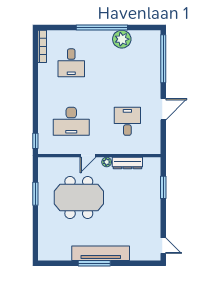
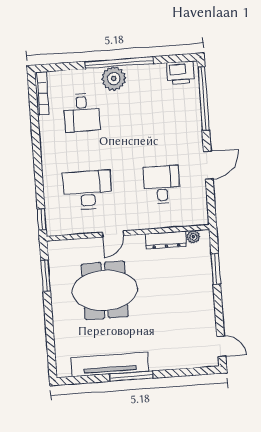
printer: (147, 38) -> (180, 73), added
plant: (122, 39) -> (114, 79), moved
desk: (71, 121) -> (87, 190), turned 180
plant: (107, 162) -> (193, 237), moved
window: (35, 194) -> (46, 276), moved
tv unit: (101, 253) -> (110, 364), moved

